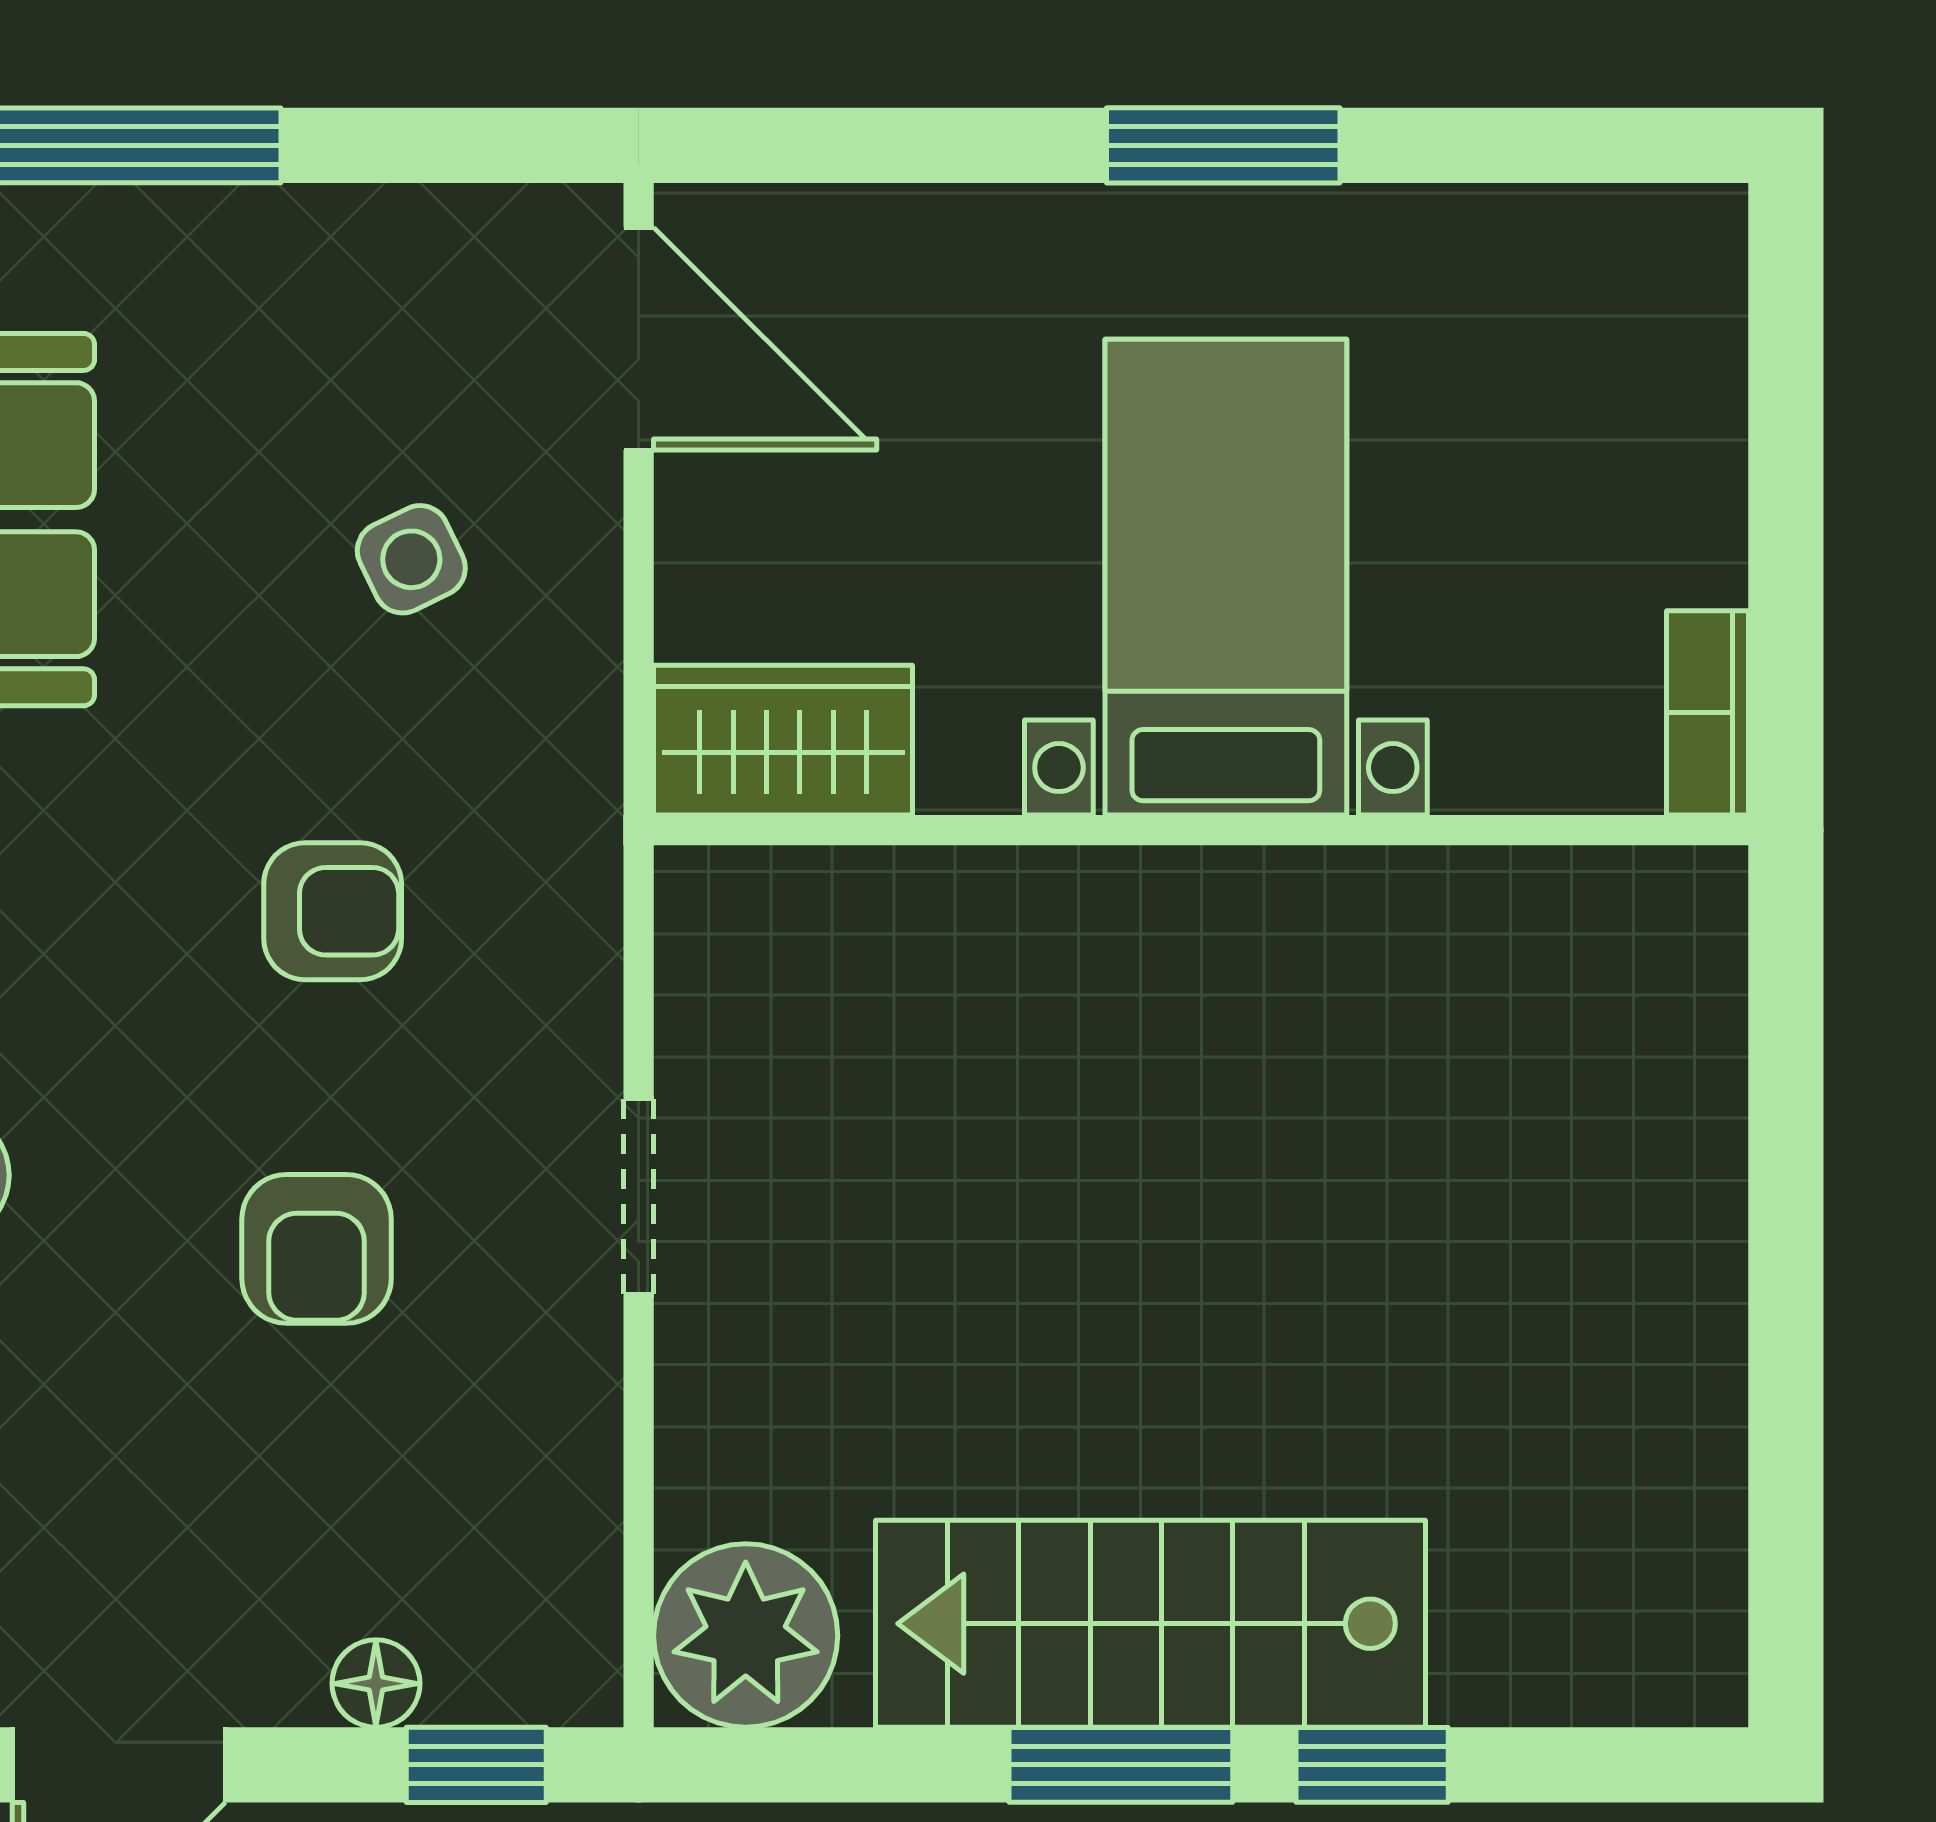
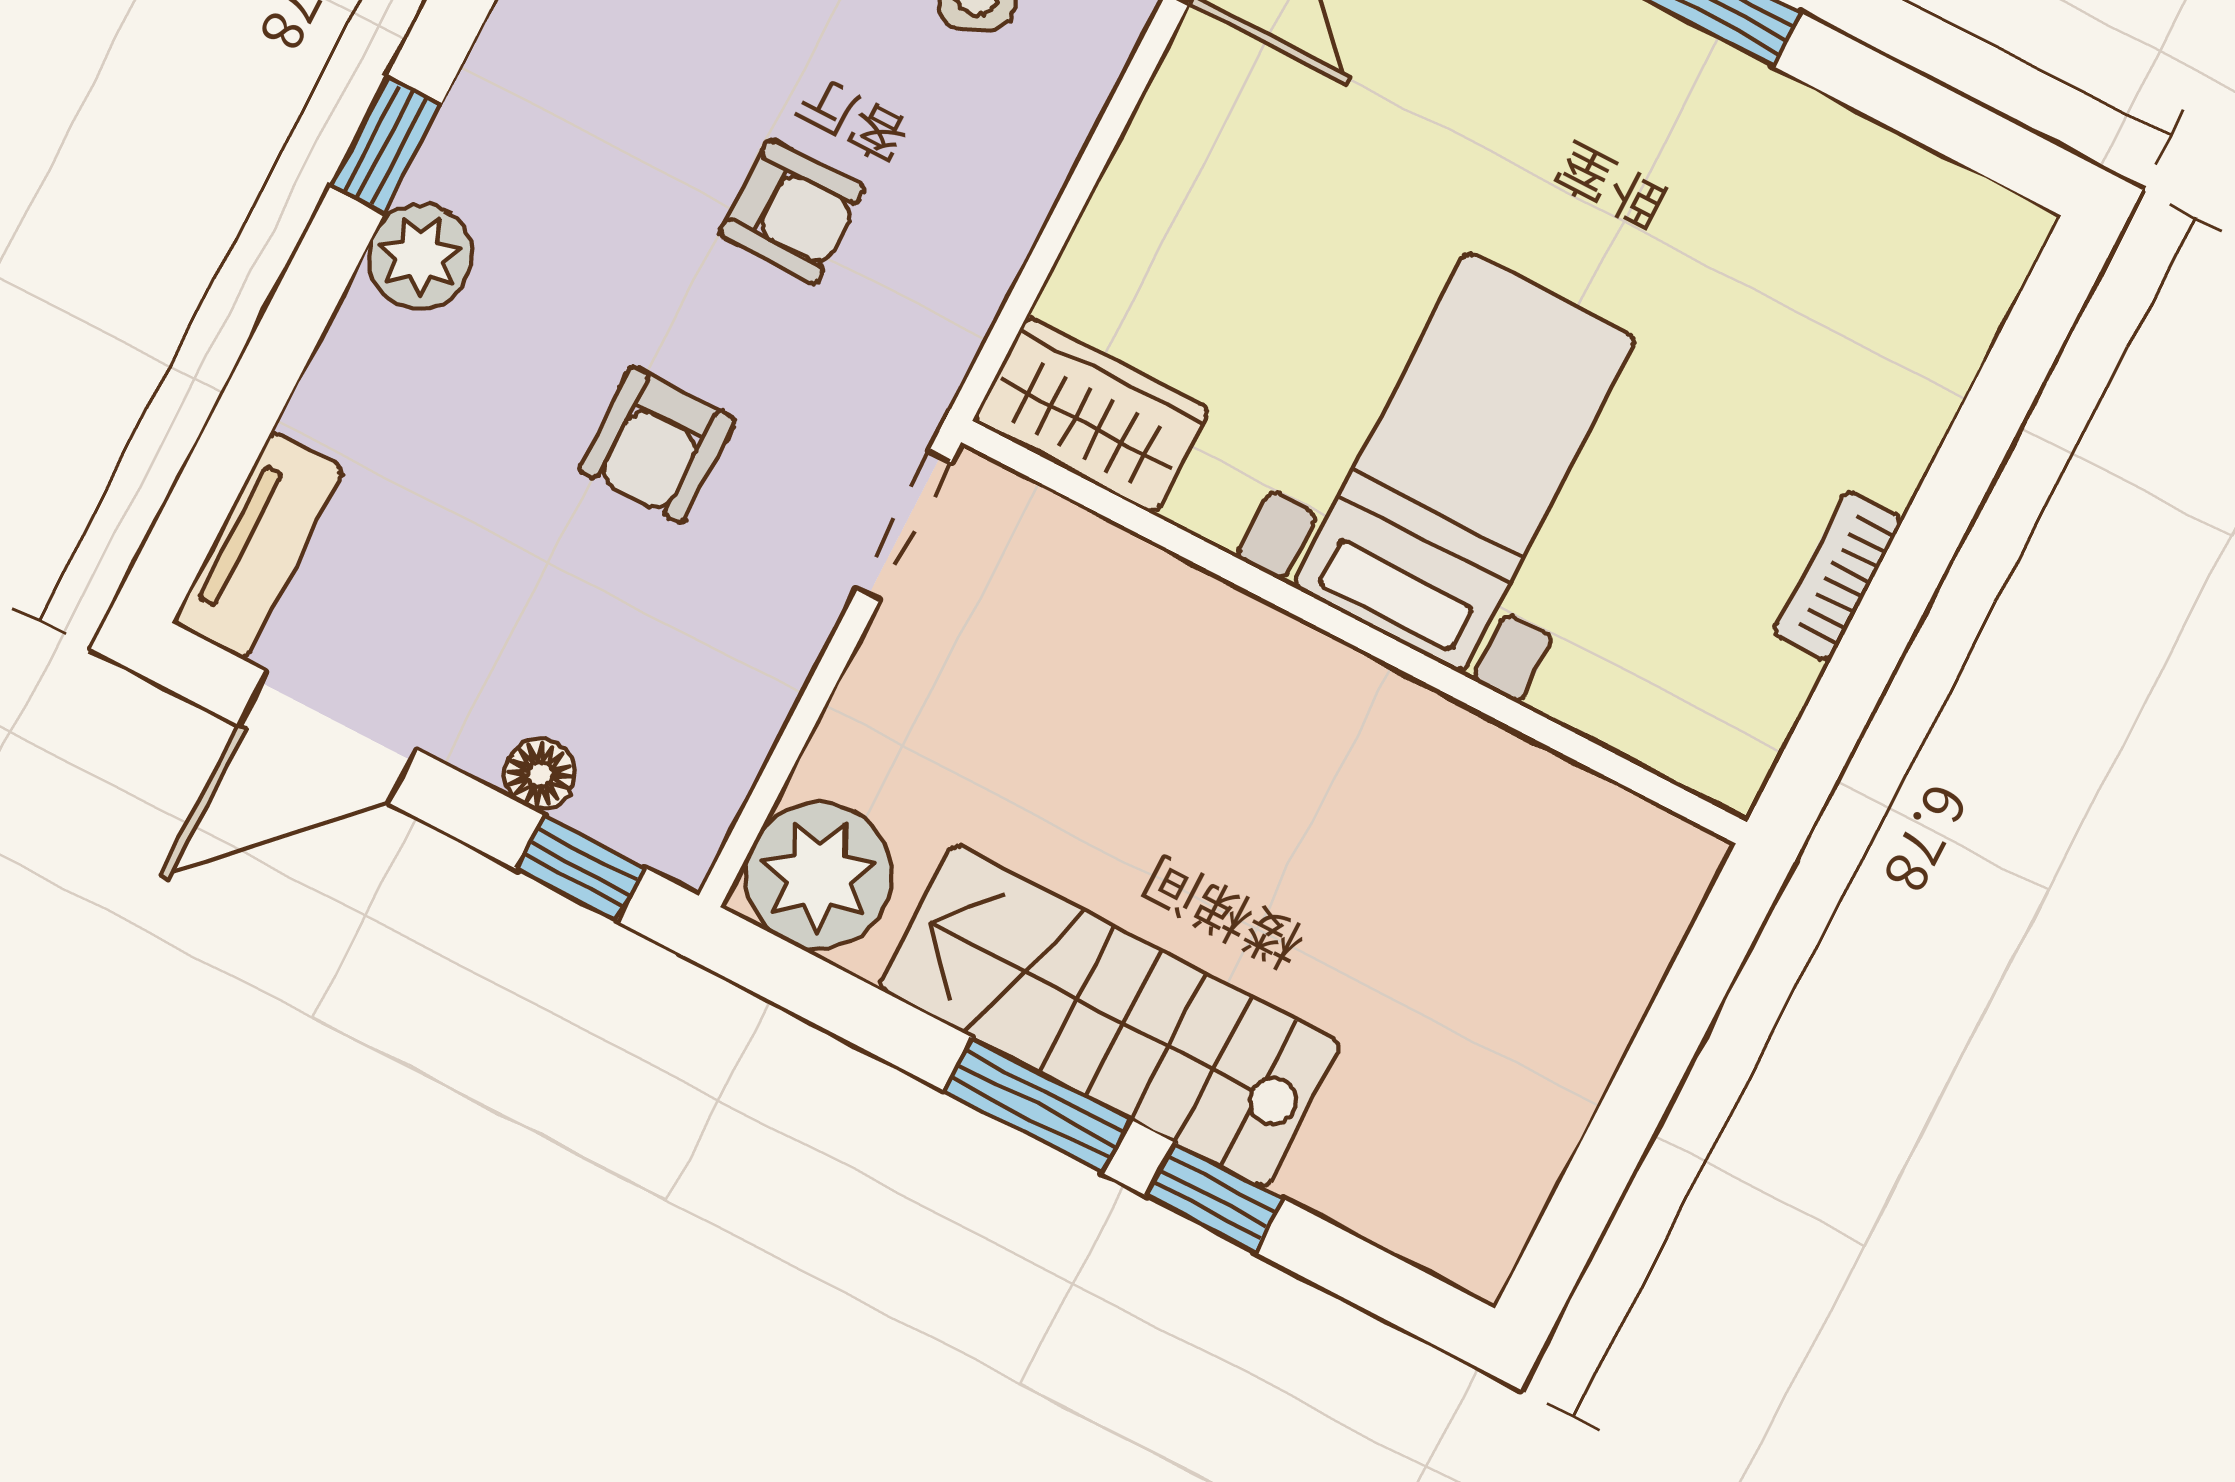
bed with nightstands: (1226, 577) -> (1464, 462), moved
wardrobe: (783, 740) -> (1091, 415), moved
wall: (1201, 830) -> (1354, 632), moved

